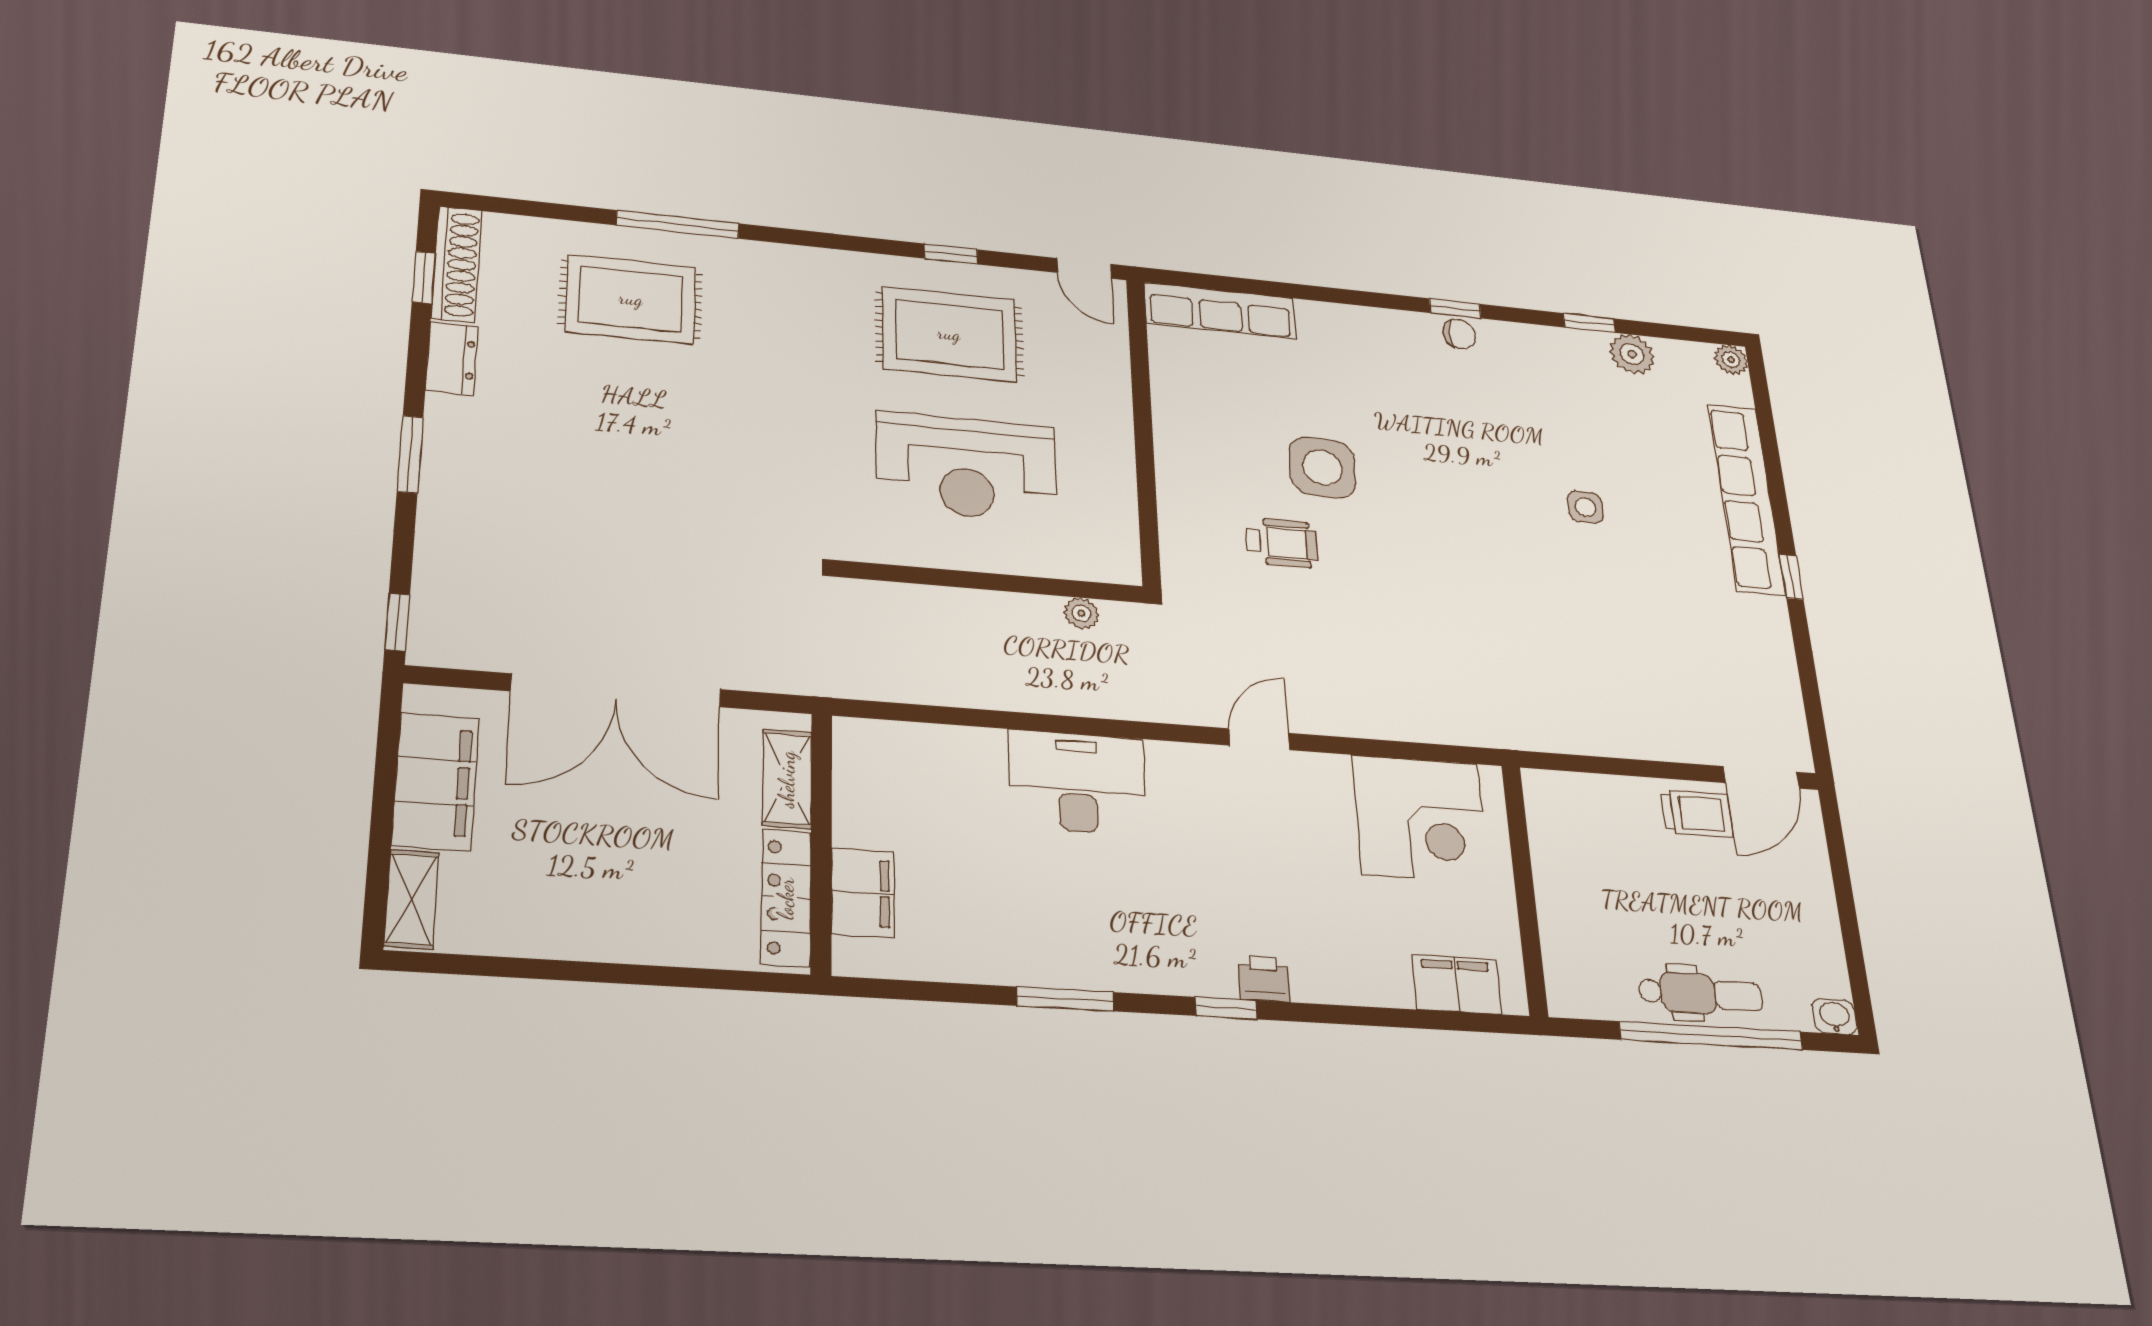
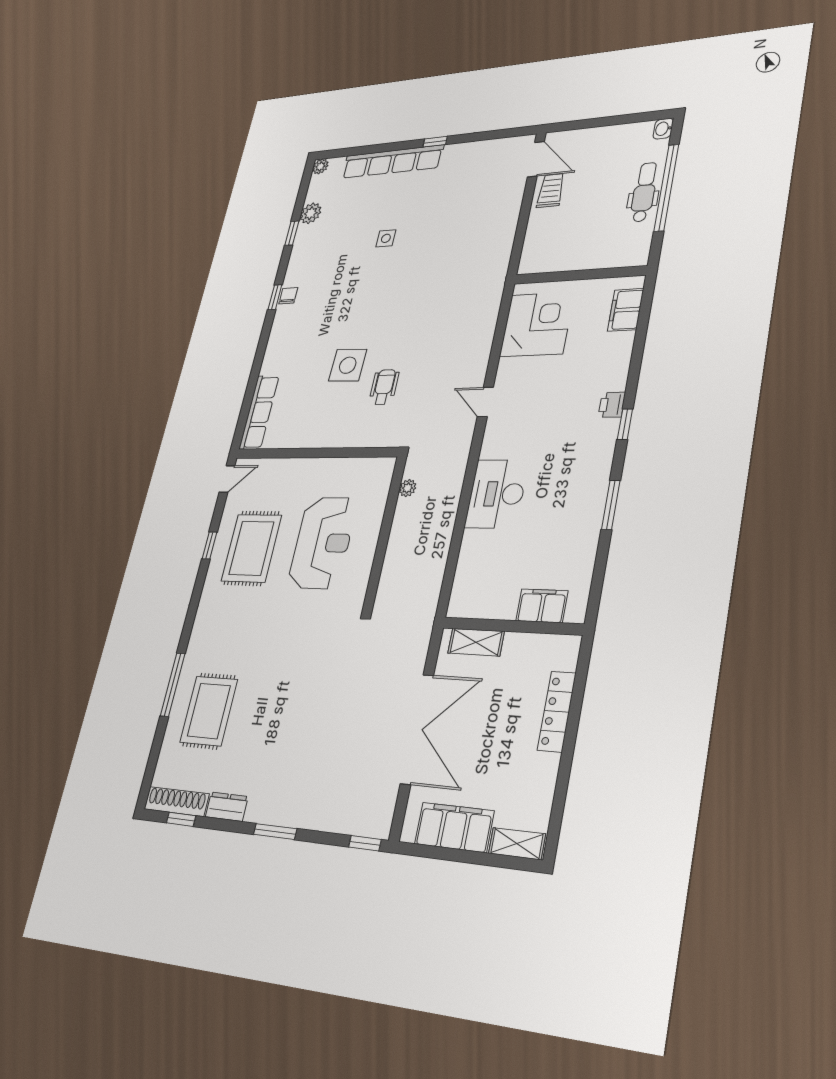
locker: (786, 898) -> (557, 711), moved, turned 90

